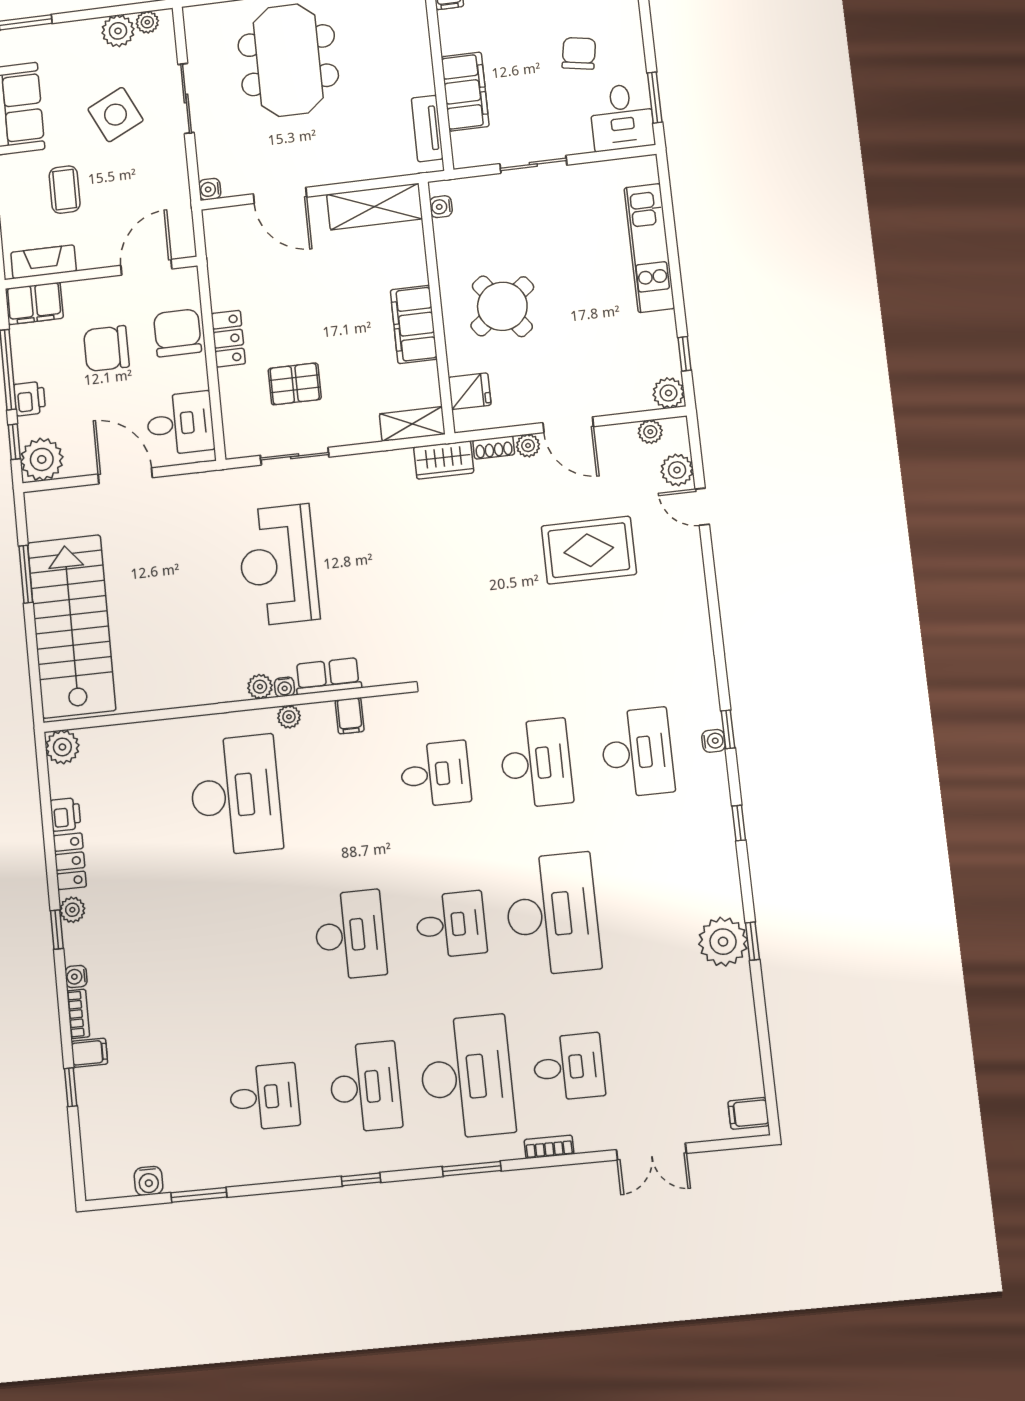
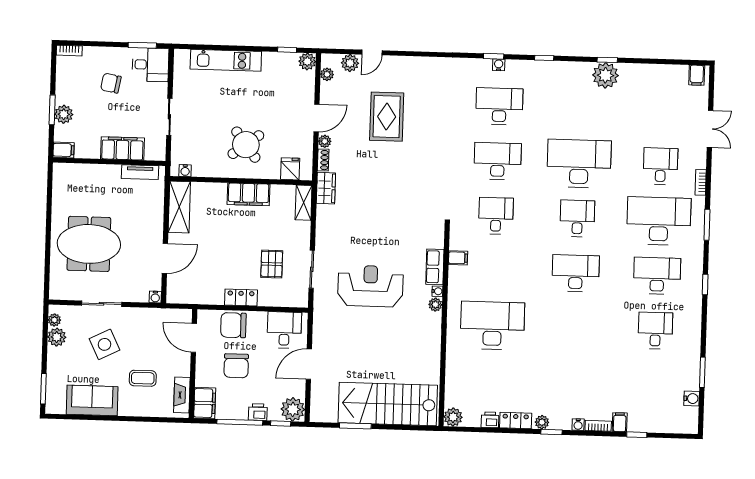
reception desk: (278, 565) -> (370, 286), turned 180
plant: (289, 717) -> (454, 291), removed

